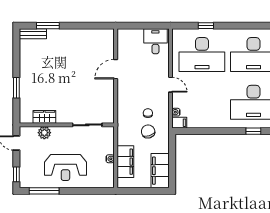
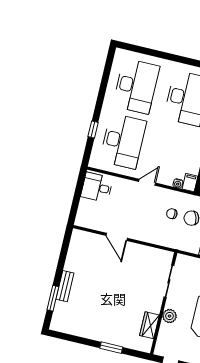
bench: (33, 34) -> (65, 286), moved
plant: (44, 133) -> (169, 316), moved

